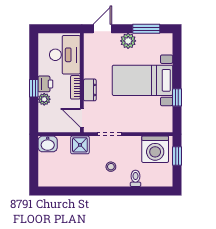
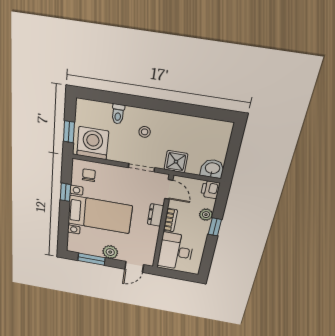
printer: (45, 84) -> (210, 190), moved
chair: (156, 118) -> (89, 175), added

